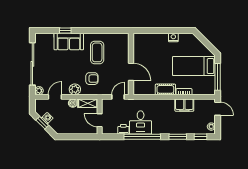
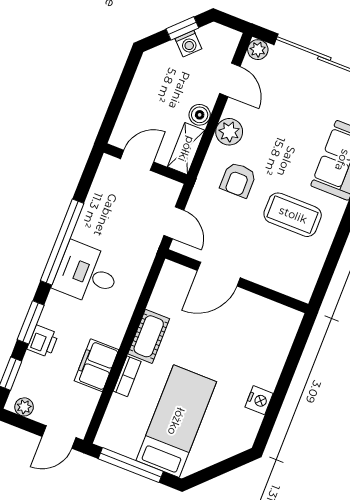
desk: (141, 122) -> (87, 274), moved
printer: (123, 129) -> (43, 341), moved

